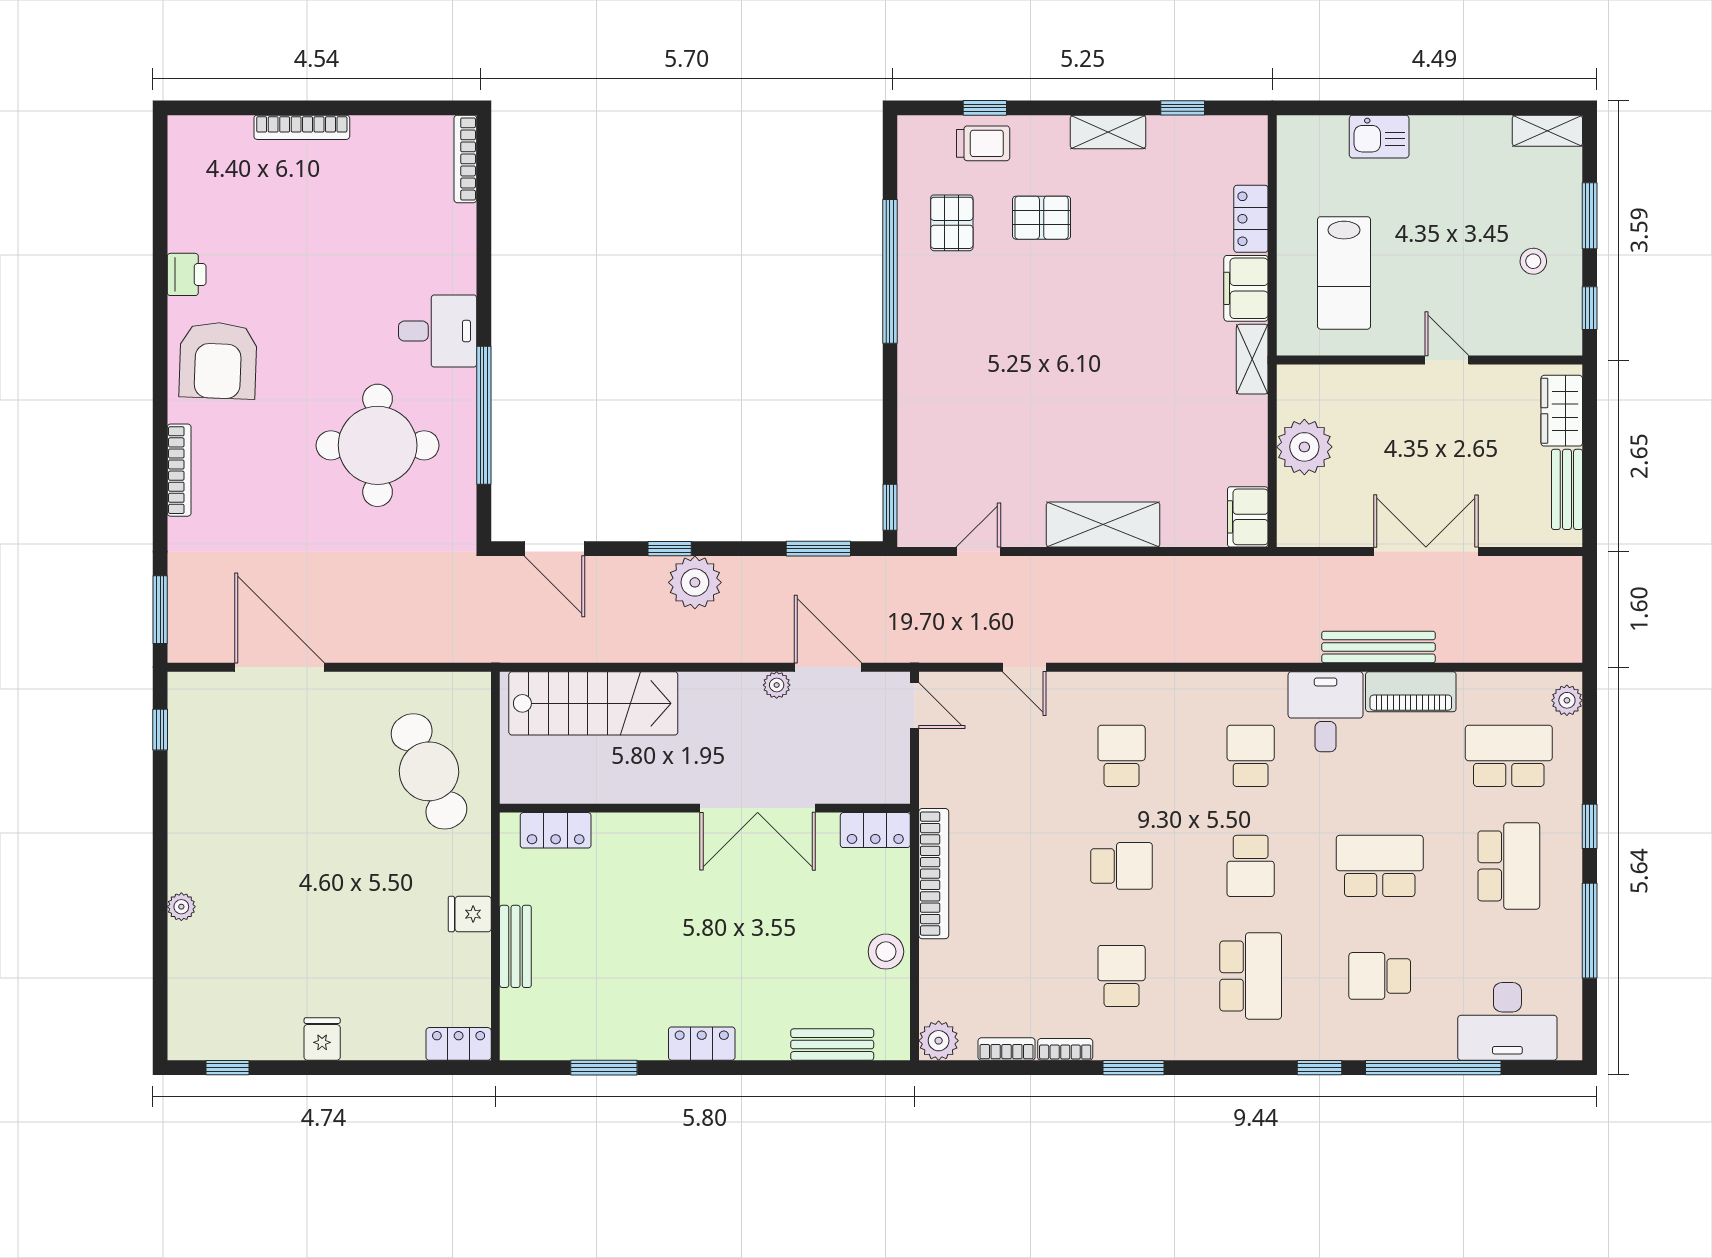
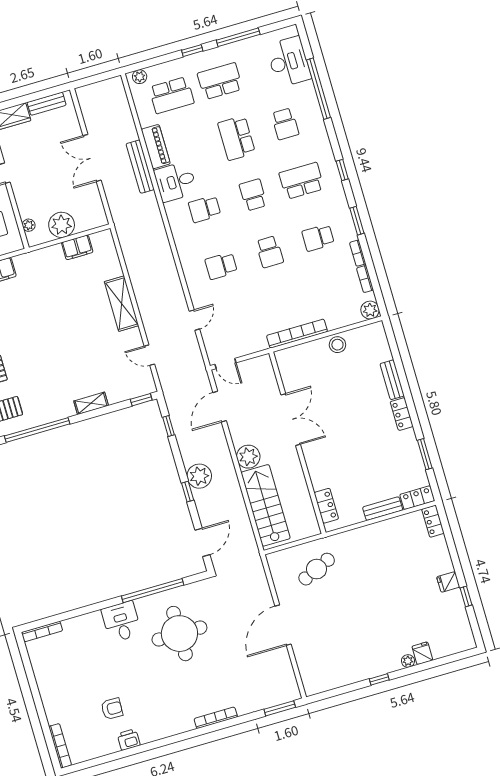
bookcase: (302, 127) -> (60, 746), moved
shelving: (1252, 359) -> (91, 403), moved
armchair: (218, 360) -> (112, 709), moved, width x0.53, depth x0.53
plant: (1324, 378) -> (29, 225), added
filing cabinet: (1248, 517) -> (77, 247), moved
window: (818, 549) -> (169, 426), width x0.67
door: (280, 667) -> (283, 625), moved
plant: (777, 685) -> (248, 457), moved, width x1.88, depth x1.88
door: (915, 706) -> (225, 364), swing flipped
window: (160, 730) -> (379, 679), moved
school desk: (1509, 756) -> (171, 95), turned -90
cafe table: (429, 771) -> (317, 569), width x0.73, depth x0.74
locker: (875, 830) -> (417, 498), moved, turned -90
school desk: (1122, 866) -> (270, 252), turned 180
school desk: (1251, 866) -> (253, 195), turned -90
fridge: (470, 914) -> (422, 653), moved, turned 180
bench: (832, 1045) -> (392, 380), moved
window: (227, 1068) -> (466, 596), moved
window: (1319, 1068) -> (342, 170), moved

